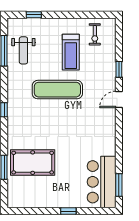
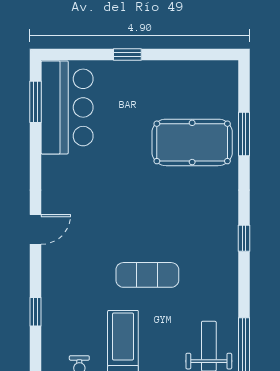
exercise mat: (57, 90) -> (147, 275), width x0.73, depth x0.69
door: (119, 99) -> (36, 229), moved

